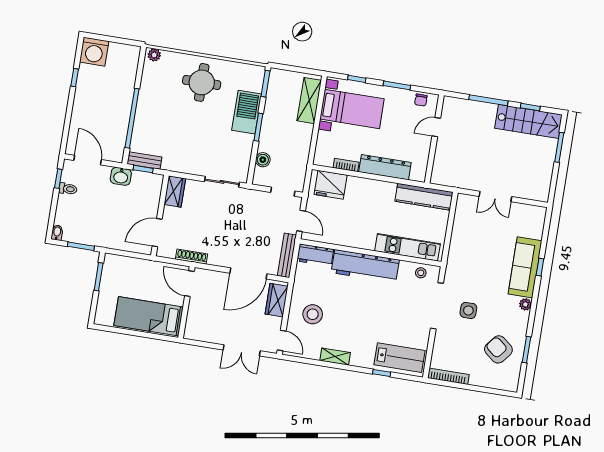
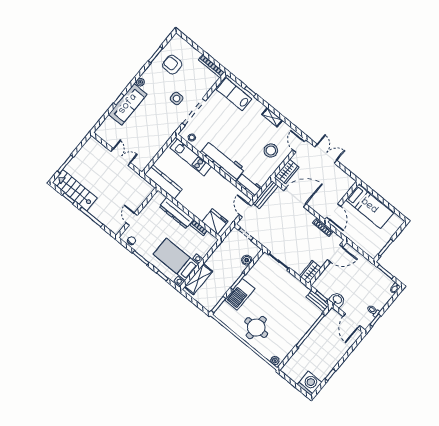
door: (436, 127) -> (132, 219), swing flipped
armchair: (498, 349) -> (172, 65), turned 141

